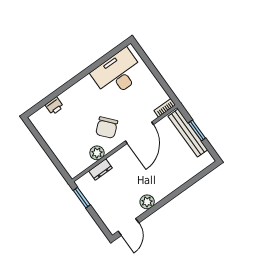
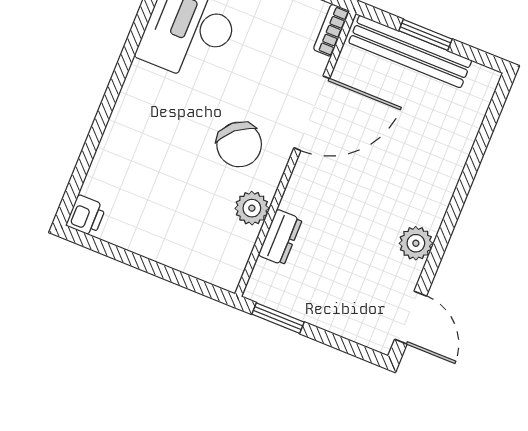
printer: (54, 106) -> (86, 216), moved
door: (139, 133) -> (312, 113), hinge flipped

